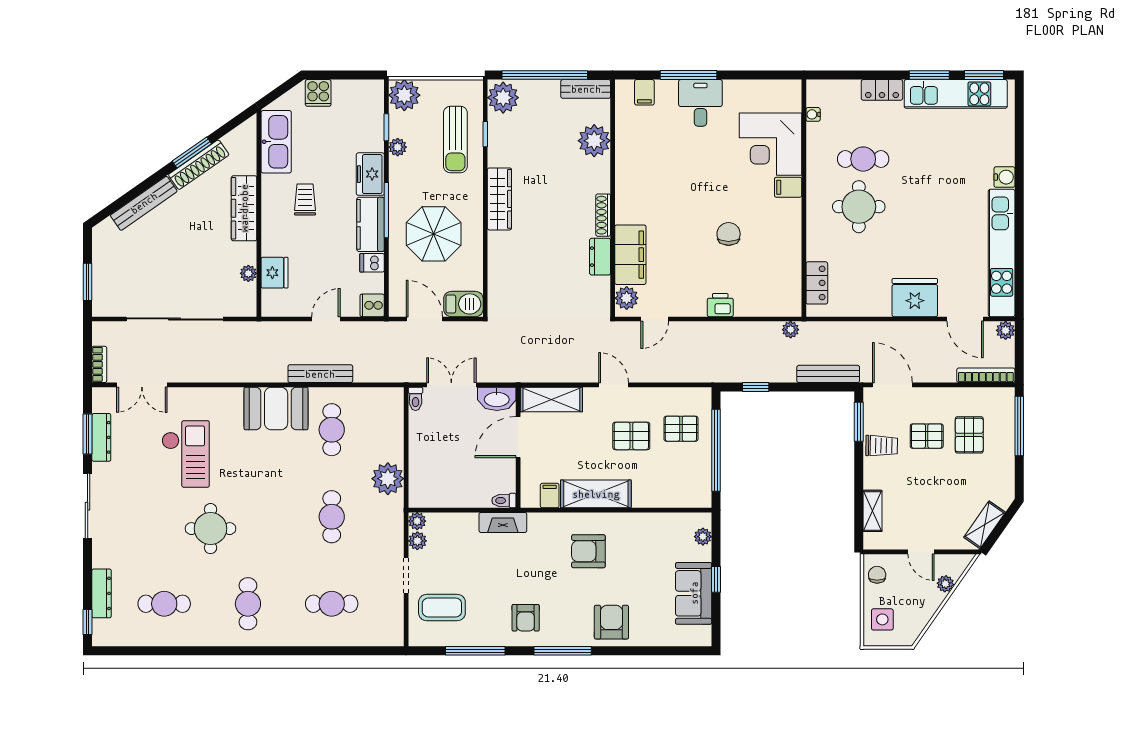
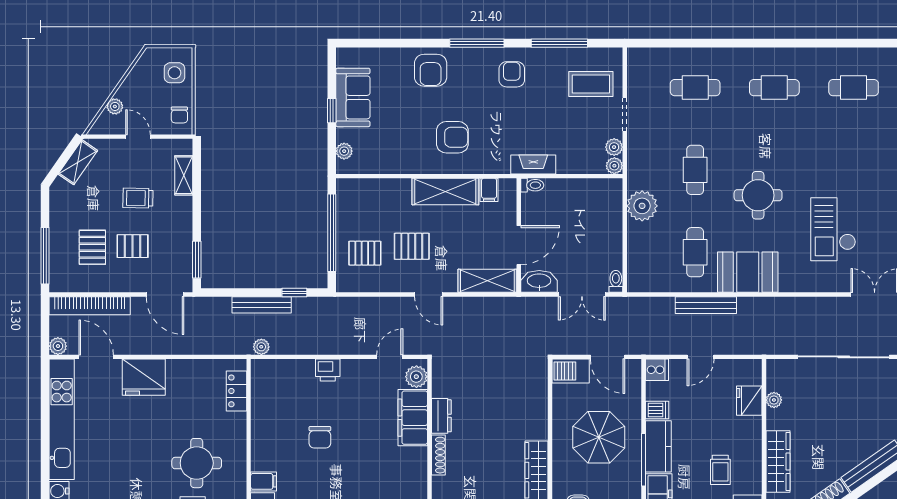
bench: (828, 374) -> (262, 305), moved
bookcase: (986, 375) -> (90, 306), width x1.48, depth x1.31
trolley: (882, 446) -> (138, 198), moved
round table: (211, 529) -> (758, 195), moved
cafe table: (248, 604) -> (774, 88), turned 90

